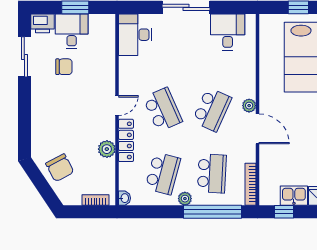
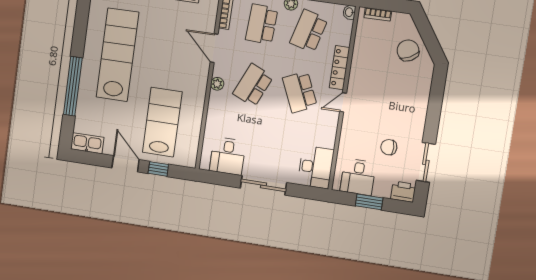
desk: (72, 31) -> (358, 177), moved
door: (258, 129) -> (214, 48), moved
plant: (107, 149) -> (359, 62), removed

